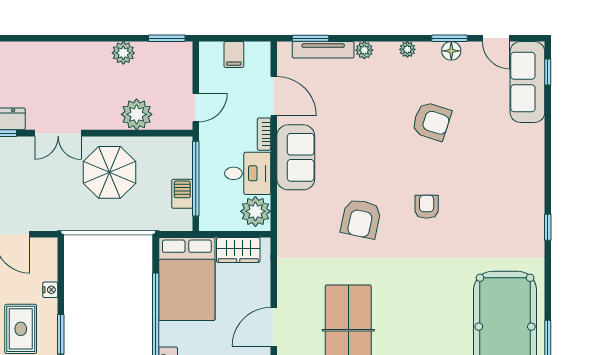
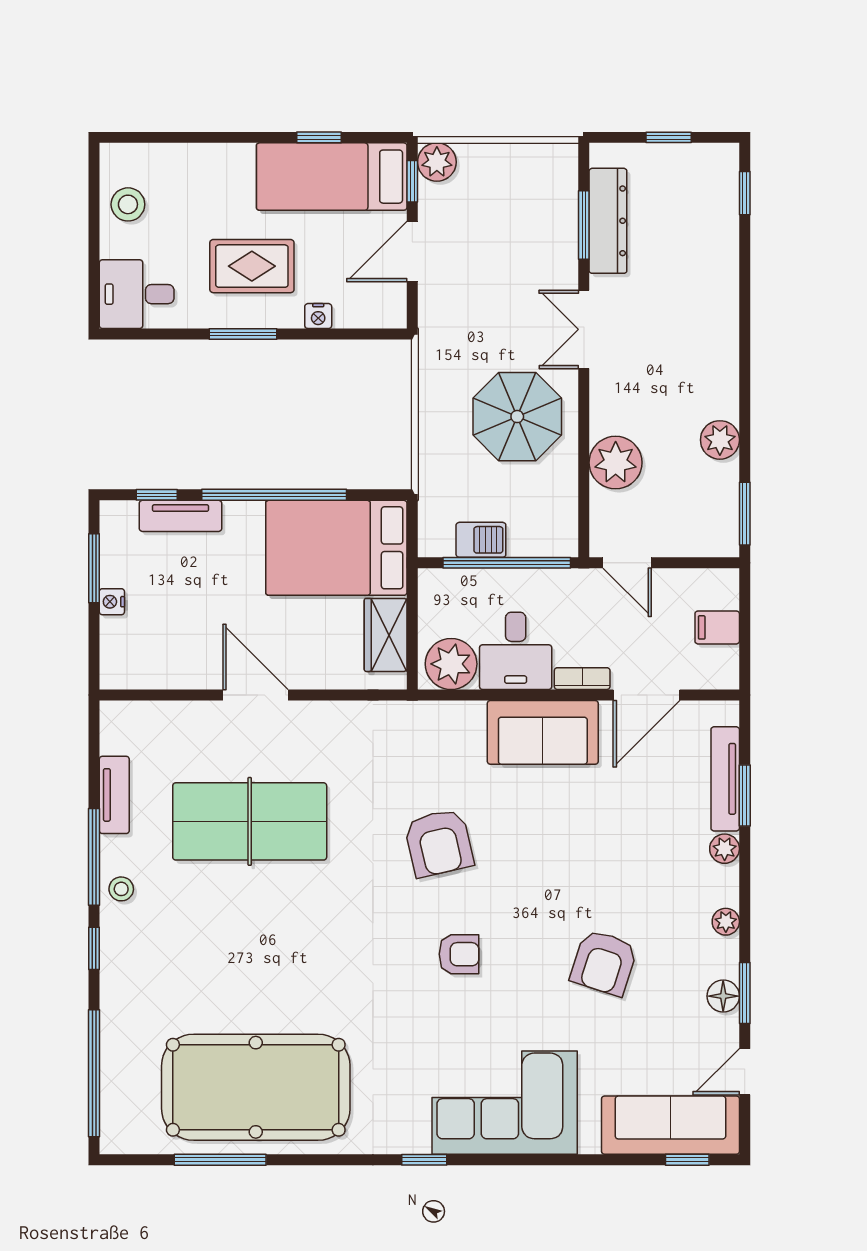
window: (311, 38) -> (745, 795), moved
corner sofa: (514, 180) -> (505, 1103), added
armchair: (361, 219) -> (439, 843), turned -115

